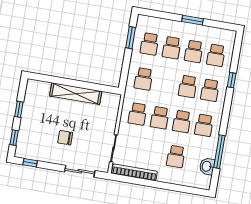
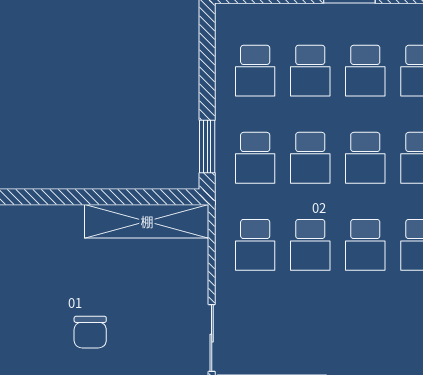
window: (131, 38) -> (207, 147), moved
shelving: (76, 94) -> (147, 221), moved
chair: (65, 138) -> (90, 332), turned -90
school desk: (176, 157) -> (310, 158), moved

